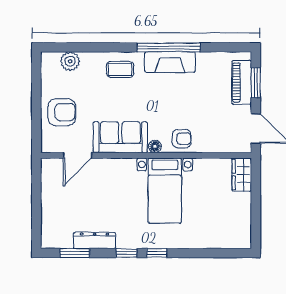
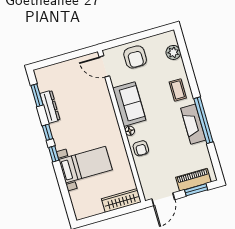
door: (77, 155) -> (104, 66), moved
wardrobe: (242, 175) -> (121, 200), width x1.50
bed with nightstands: (165, 191) -> (85, 165), moved, turned 180

